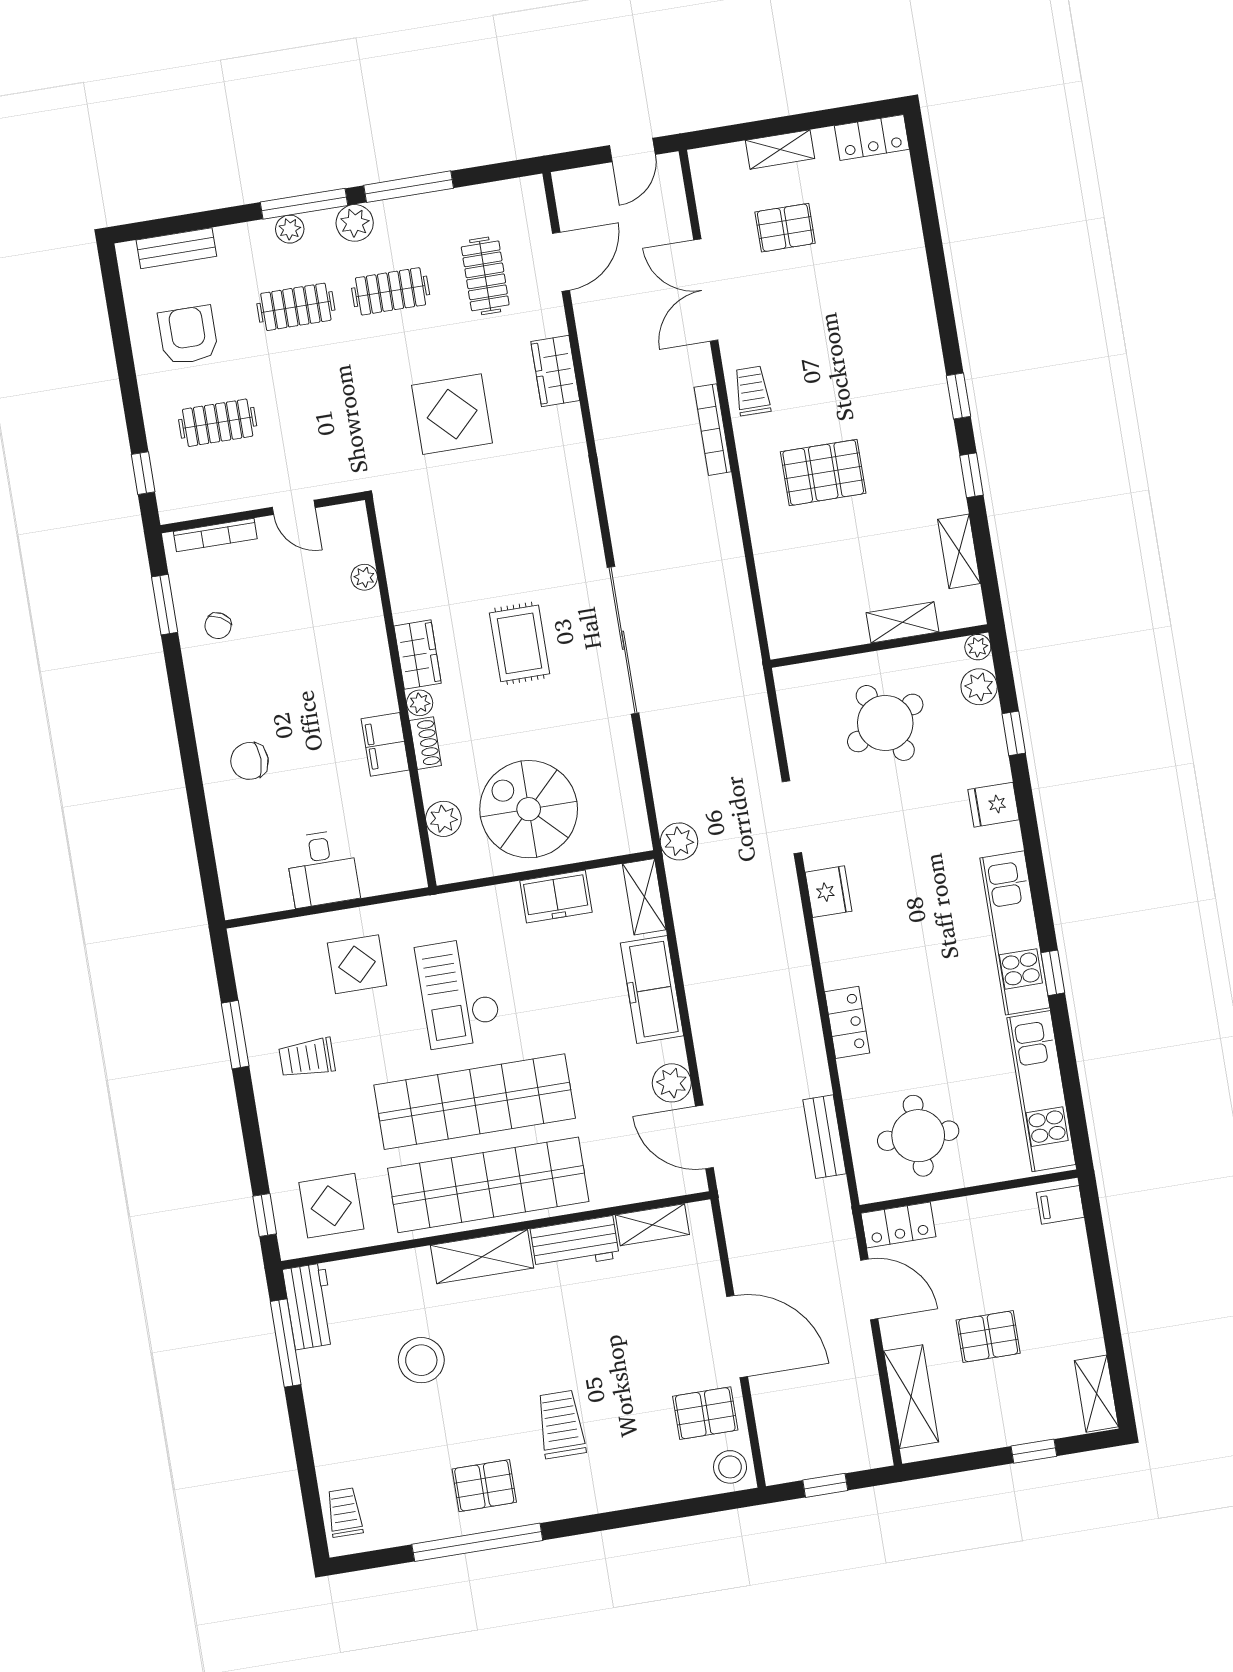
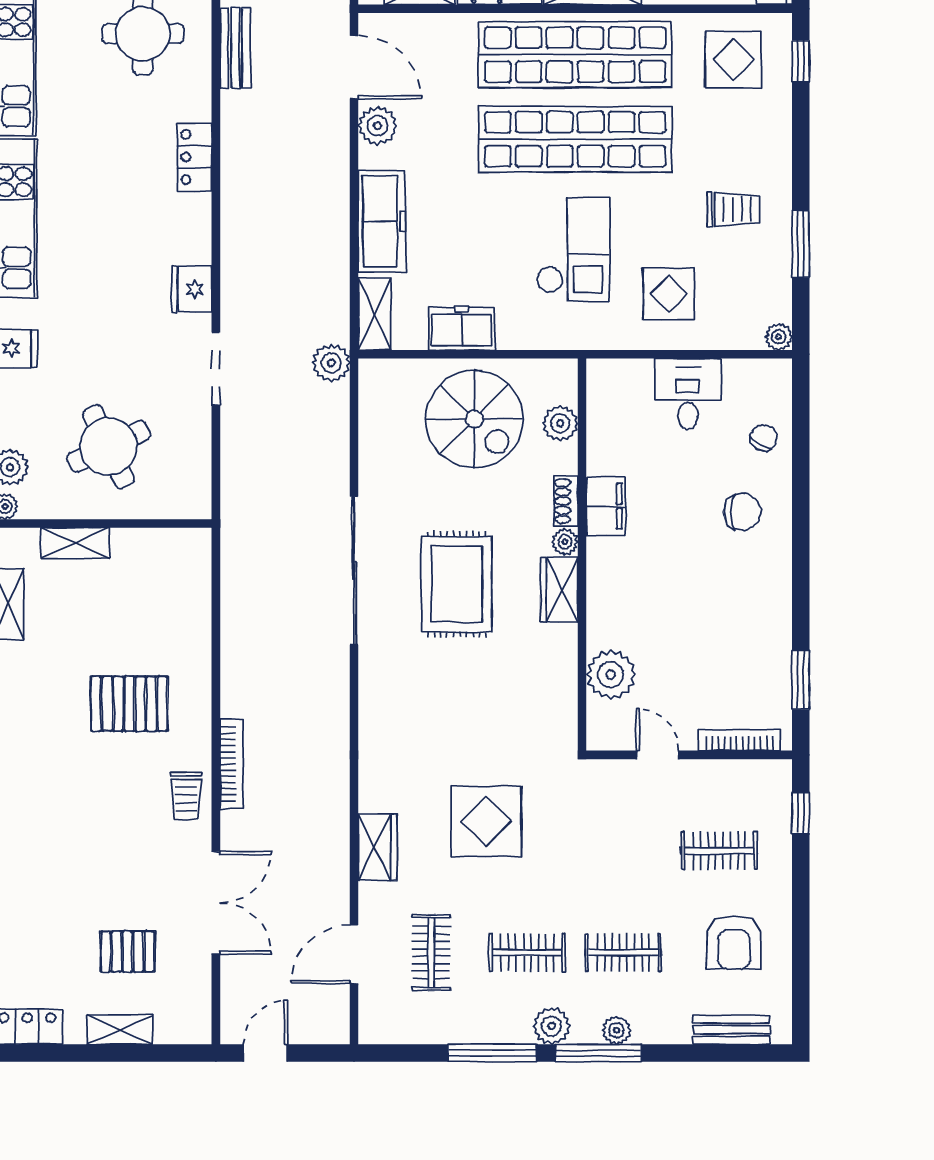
plant: (364, 577) -> (611, 675), width x1.88, depth x1.88
chair: (218, 626) -> (764, 438), moved
rug: (520, 643) -> (457, 584), width x1.36, depth x1.43
plant: (242, 940) -> (779, 337), added

